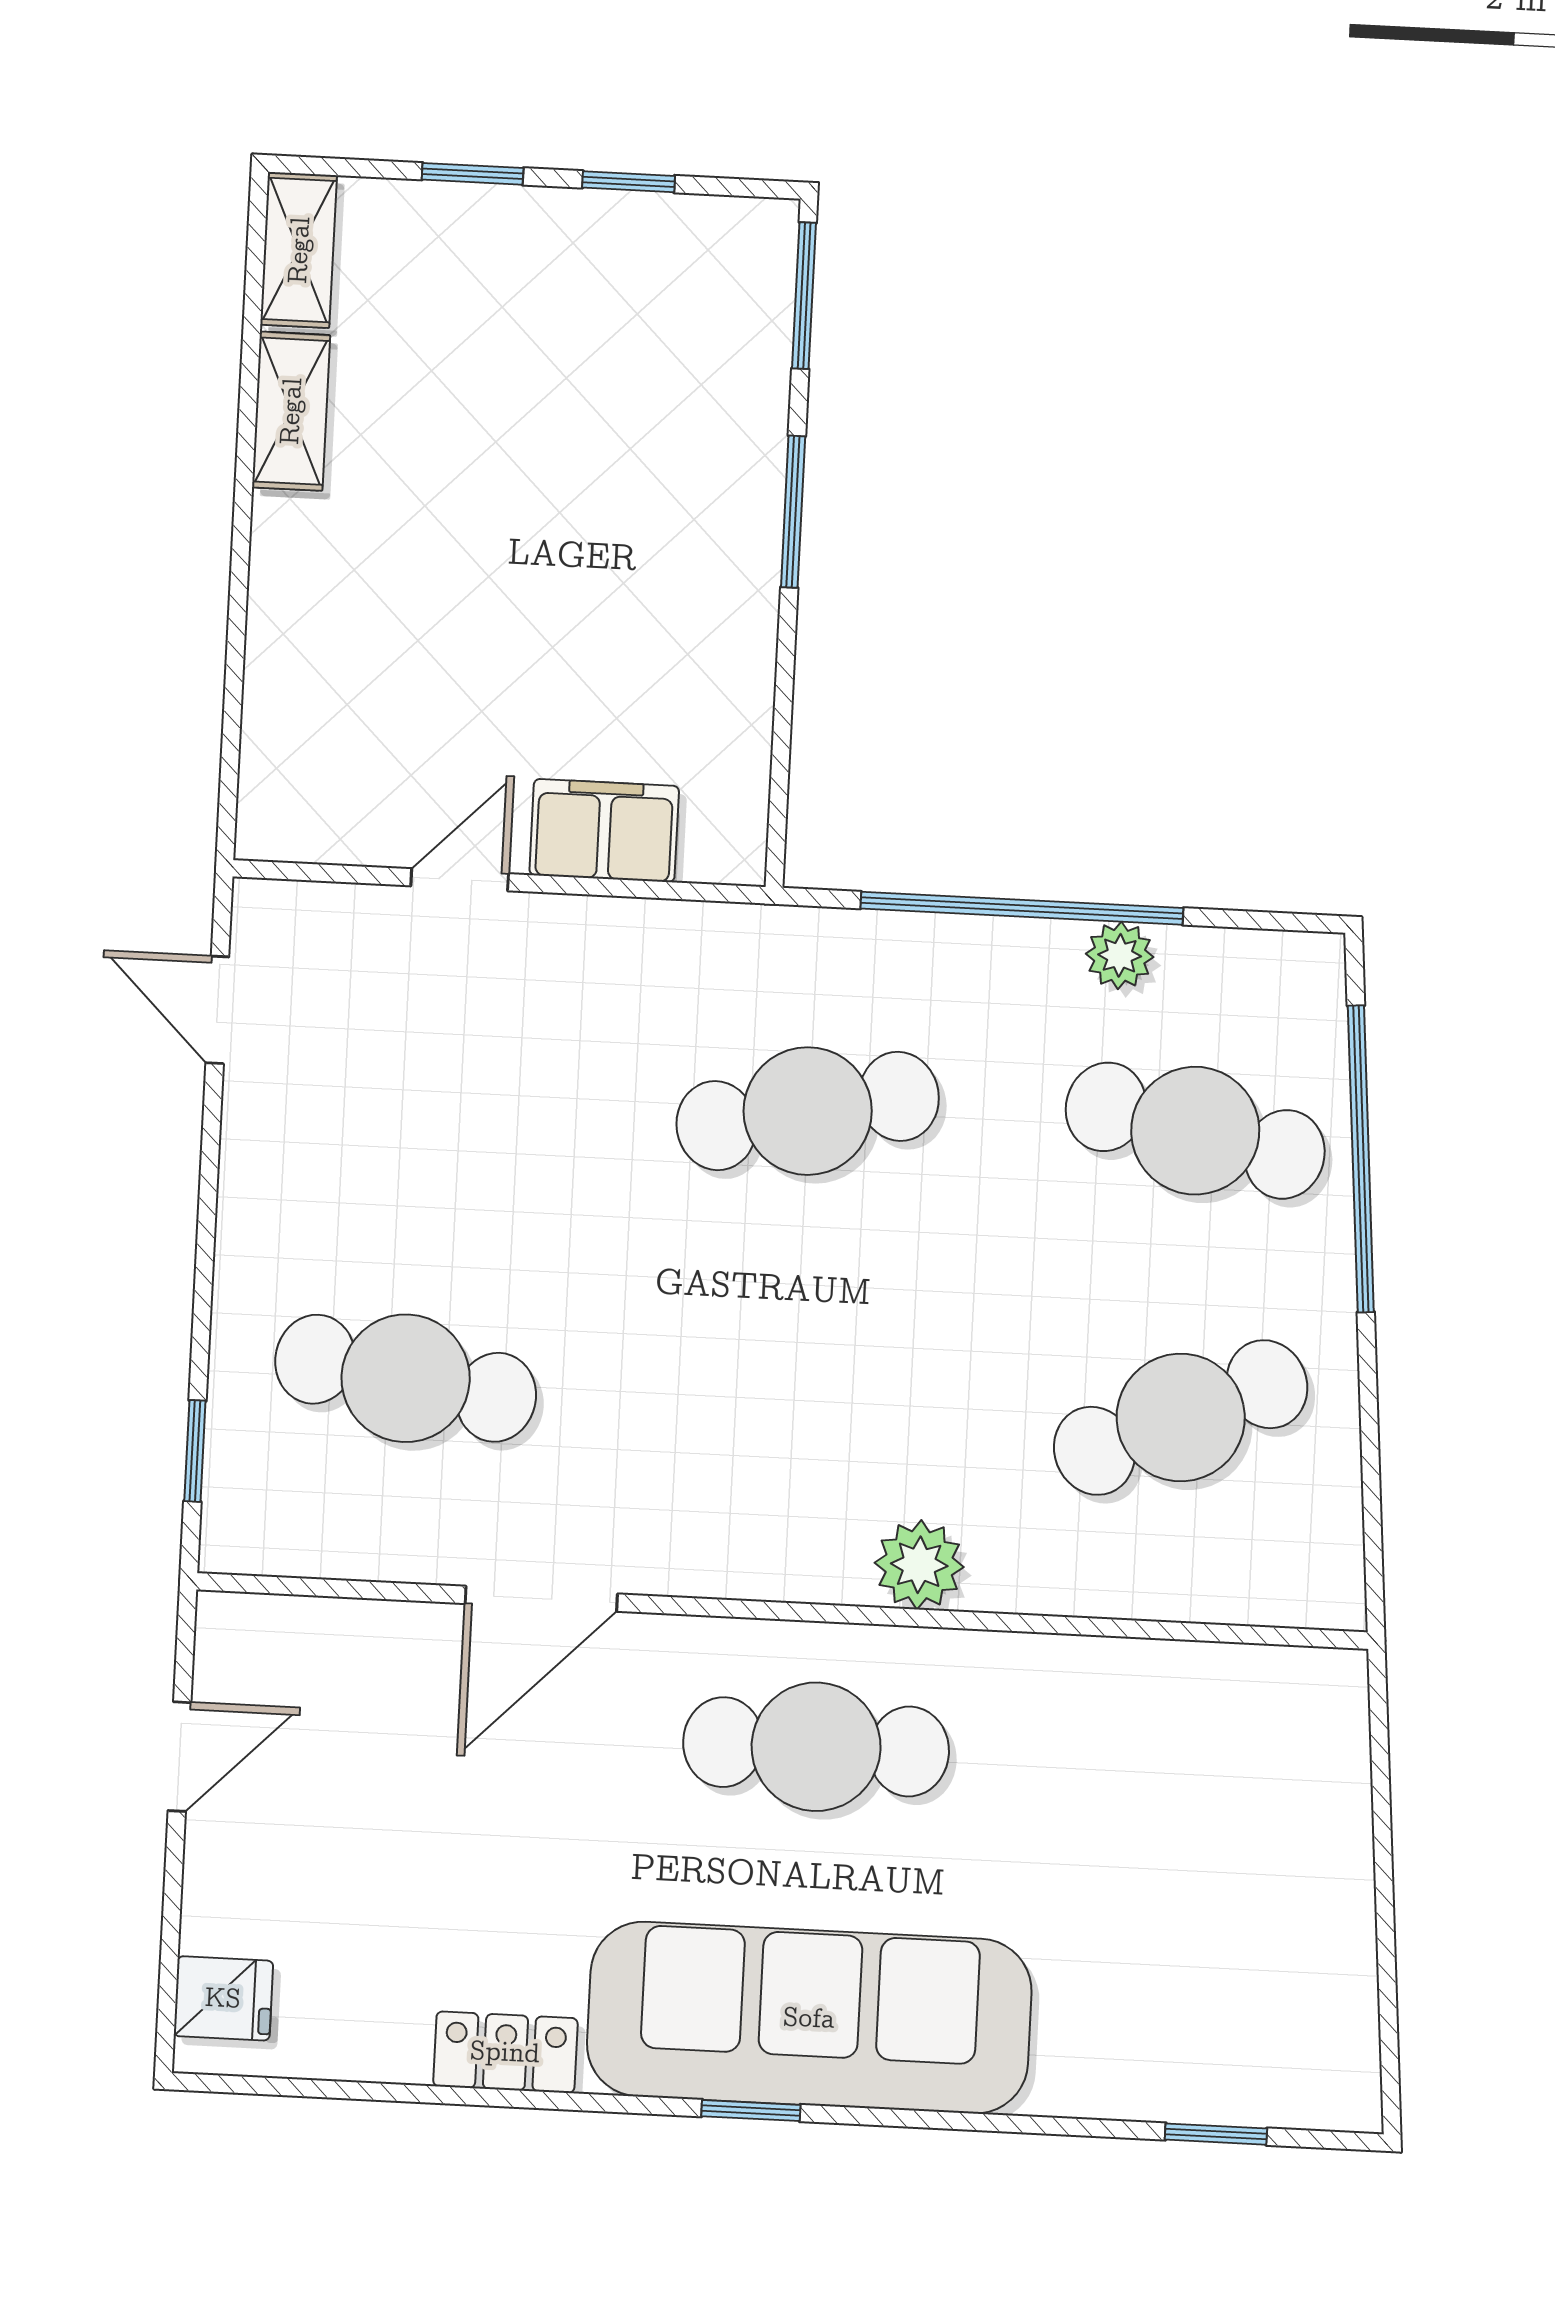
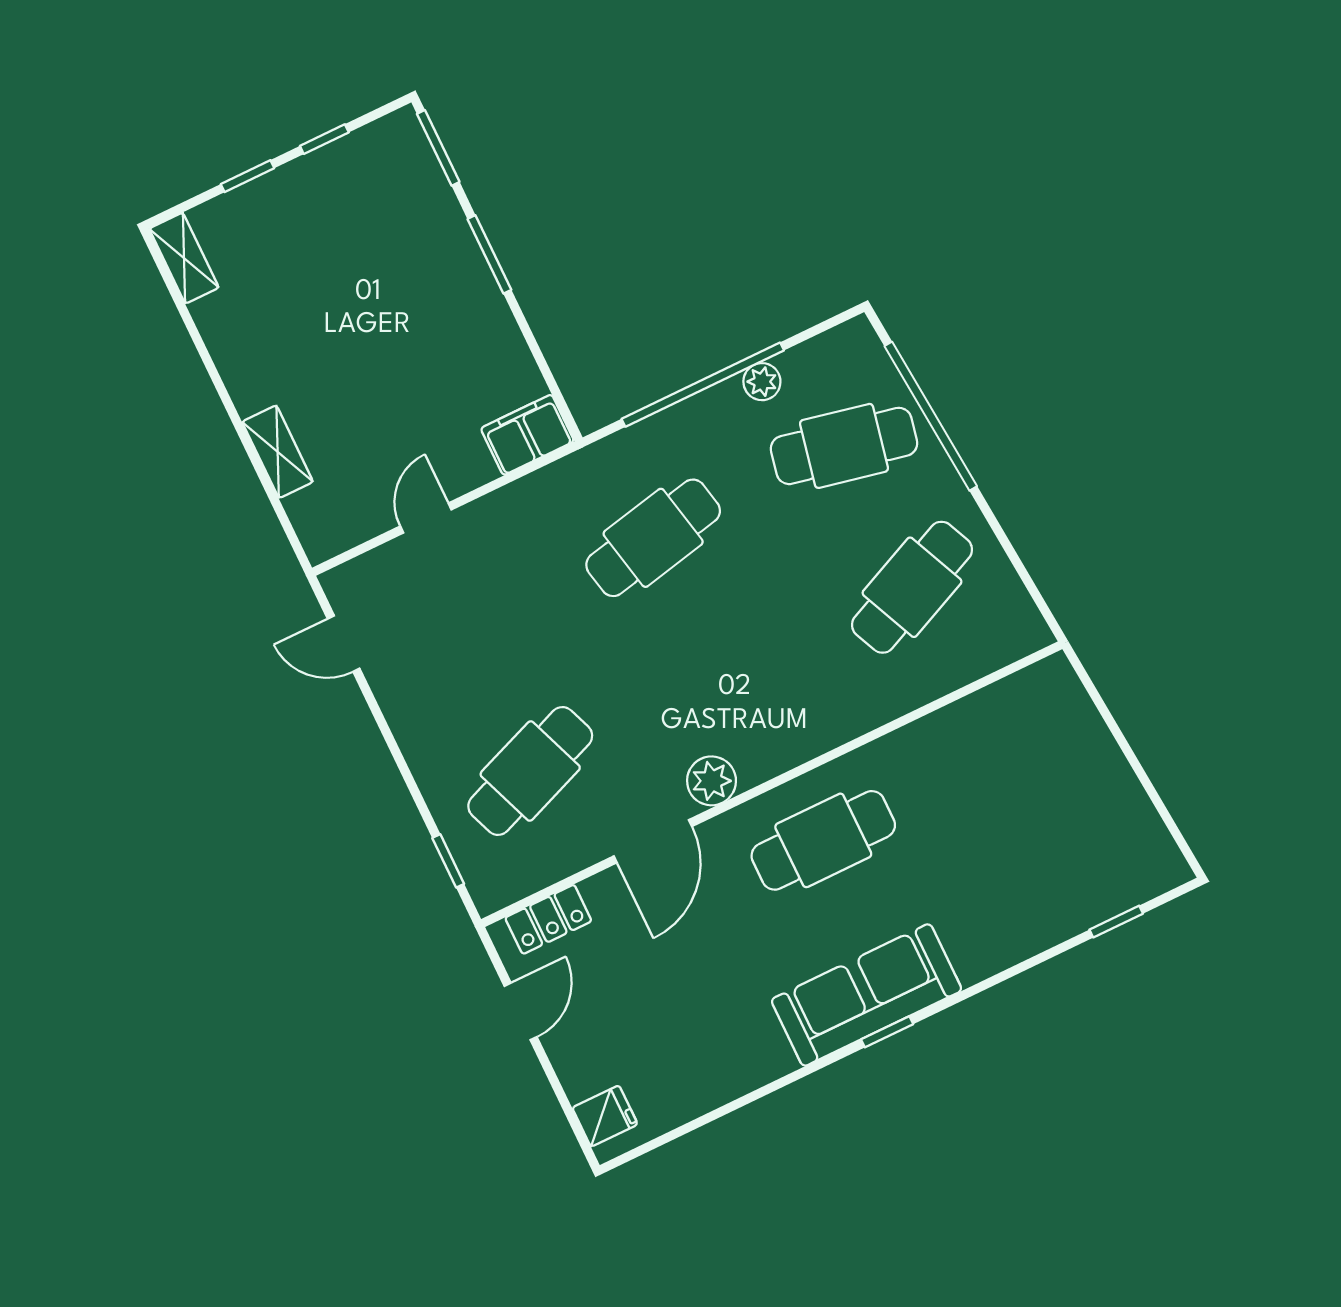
shelving: (291, 411) -> (278, 452), moved
filing cabinet: (604, 831) -> (527, 435), moved
cafe table: (406, 1378) -> (530, 771), turned -30
plant: (919, 1565) -> (712, 781), moved
sofa: (809, 2018) -> (867, 995), width x0.74, depth x0.79
locker: (505, 2052) -> (548, 919), moved, turned 180

